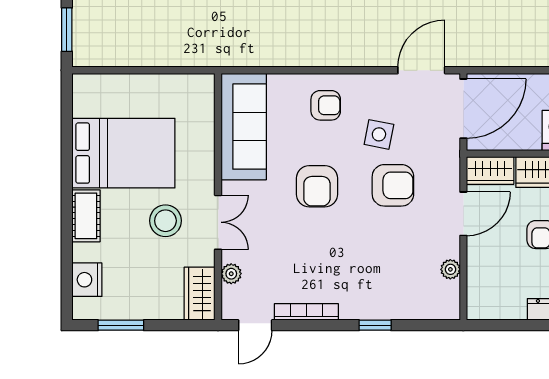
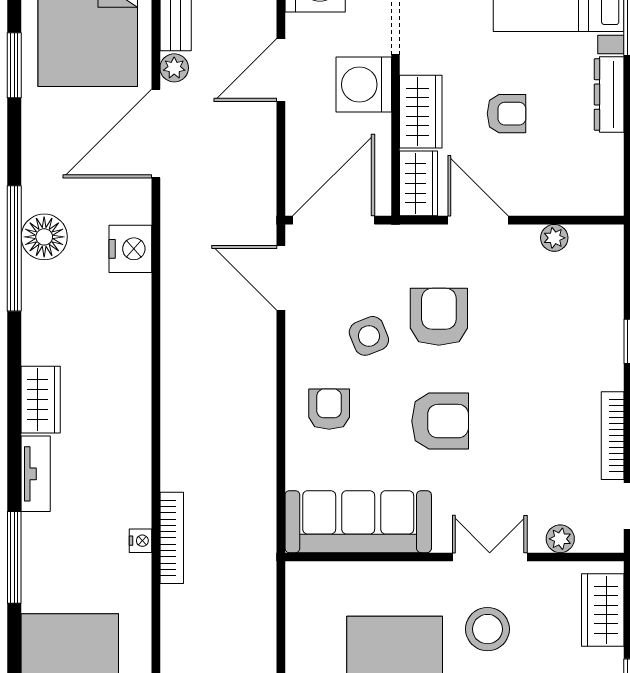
door: (463, 109) -> (334, 220), hinge flipped
side table: (379, 134) -> (369, 336), turned -33
wardrobe: (200, 294) -> (603, 610), moved, turned 90

